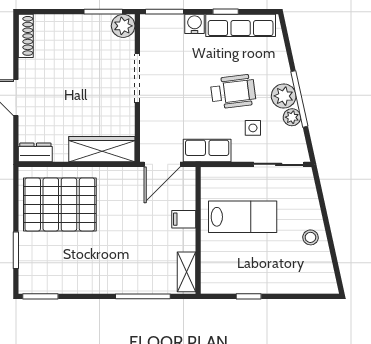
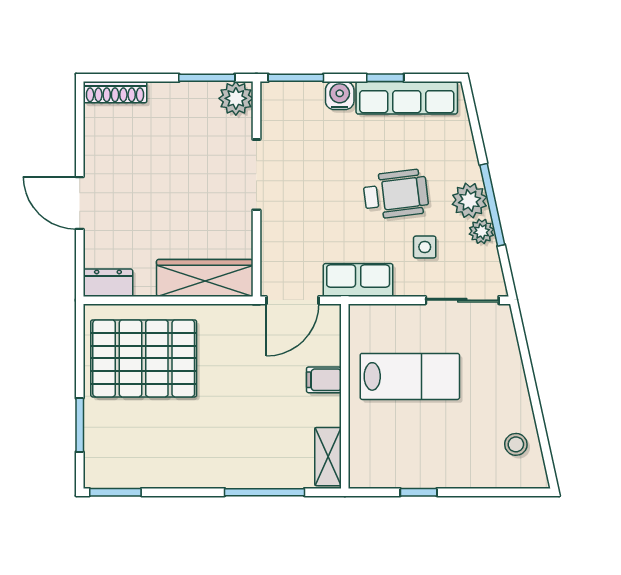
shoe rack: (26, 36) -> (115, 92), moved, turned 90
stool: (310, 237) -> (516, 444), moved

